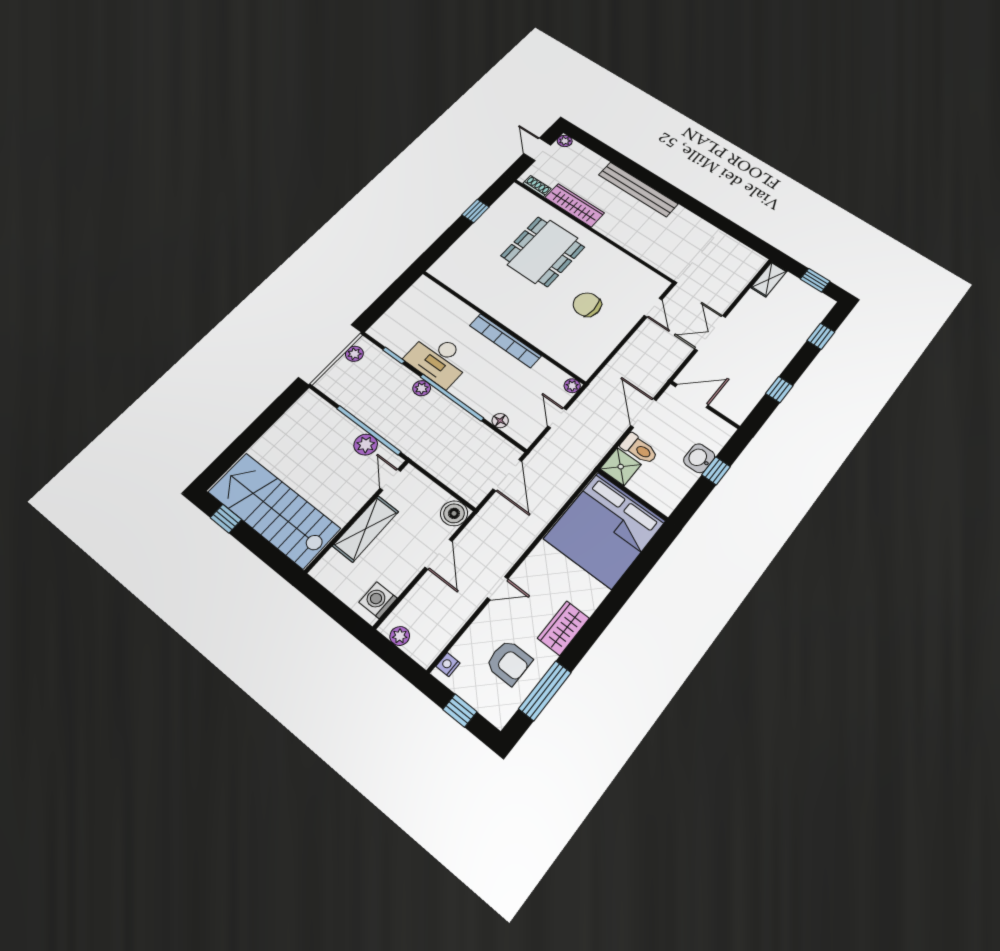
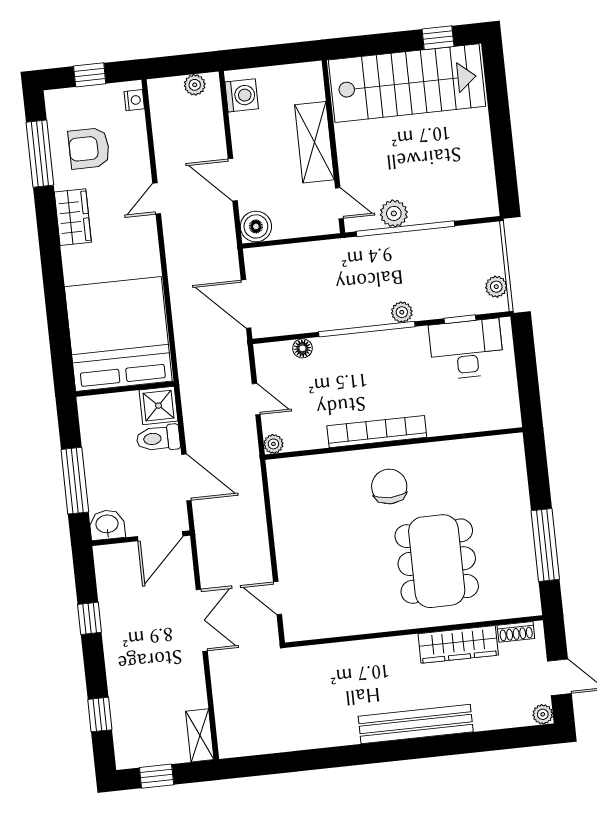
window: (476, 211) -> (545, 545), width x2.17
chair: (587, 305) -> (389, 487), moved, turned -90
desk: (438, 359) -> (466, 349), moved
washbasin: (699, 458) -> (107, 525), moved, turned -90
window: (716, 471) -> (75, 481), width x2.17

